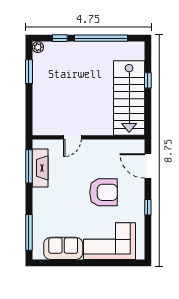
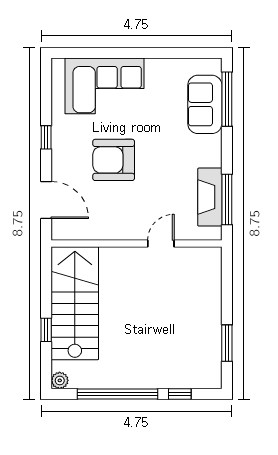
plant: (38, 47) -> (60, 380), moved
sofa: (63, 248) -> (205, 104), moved, turned 90

